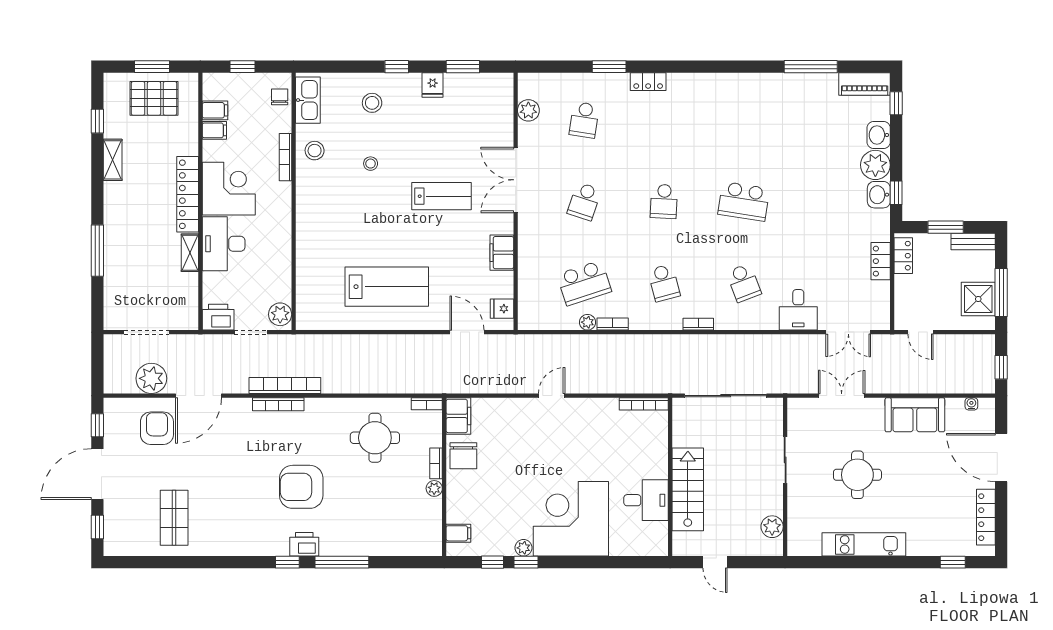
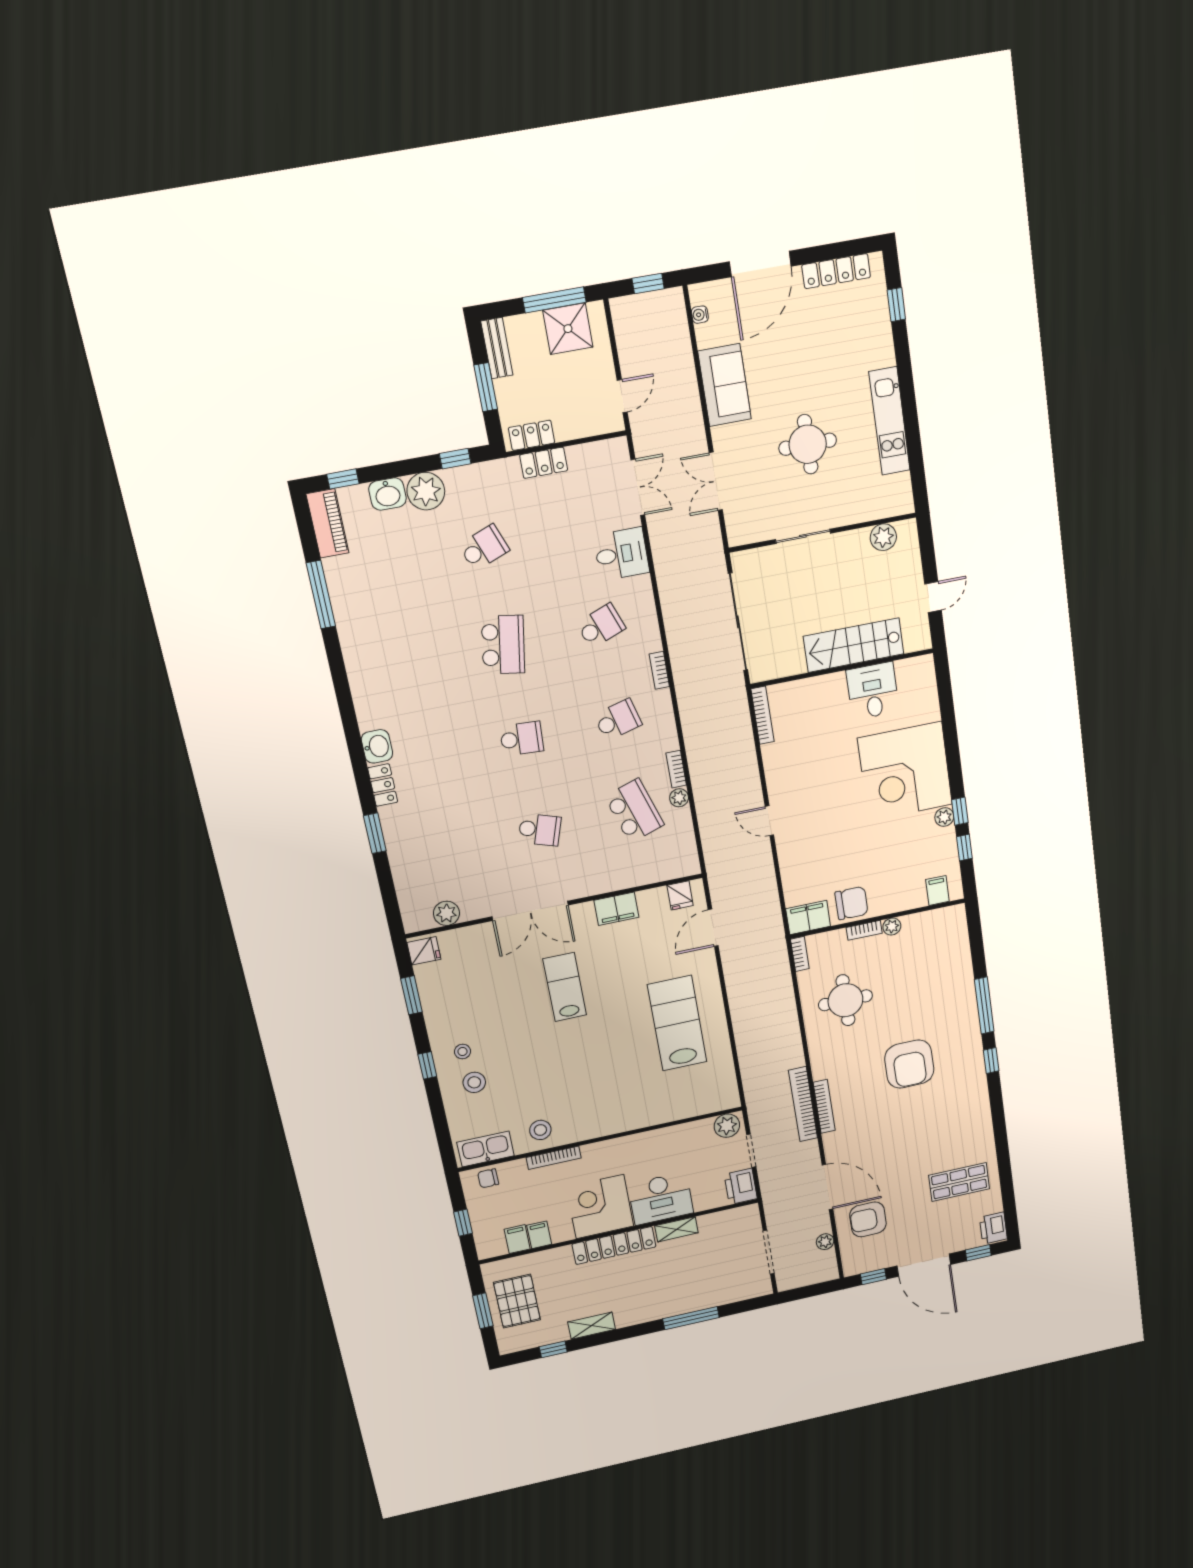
fridge: (433, 85) -> (424, 951), moved
school desk: (584, 120) -> (484, 548), moved, turned -30
stool: (371, 164) -> (463, 1052), moved
washbasin: (879, 195) -> (377, 746), moved, turned -90
plant: (151, 378) -> (825, 1242), width x0.53, depth x0.53
printer: (304, 544) -> (993, 1228), moved

